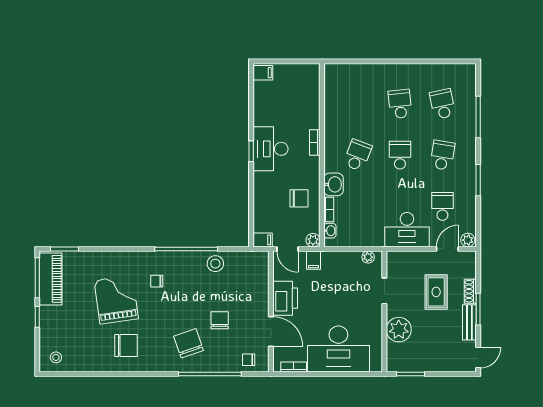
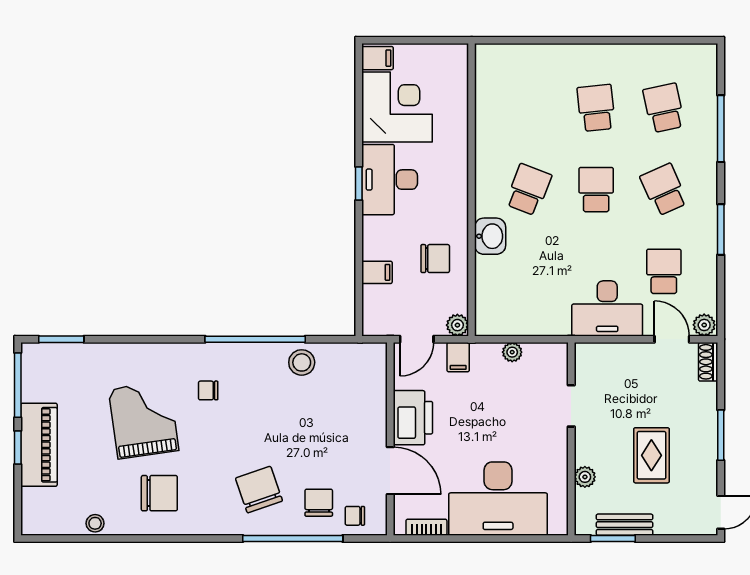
corner desk: (275, 103) -> (397, 107), added
bookcase: (315, 142) -> (460, 169), removed
school desk: (442, 155) -> (664, 190), turned -33
bookcase: (329, 209) -> (483, 276), removed
washbasin: (330, 231) -> (484, 310), removed
filing cabinet: (263, 240) -> (377, 272), moved
door: (287, 249) -> (417, 339), hinge flipped
door: (447, 249) -> (672, 339), hinge flipped
plant: (368, 257) -> (512, 352), moved
piano: (51, 279) -> (39, 445), moved
shoe rack: (470, 291) -> (708, 362), moved
rug: (436, 292) -> (651, 455), moved
chair: (220, 320) -> (319, 503), moved
bench: (469, 322) -> (625, 525), moved, turned 90
plant: (399, 330) -> (585, 477), width x0.53, depth x0.53
stool: (56, 357) -> (95, 523), moved

